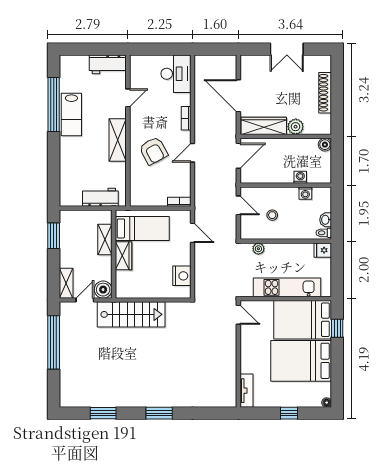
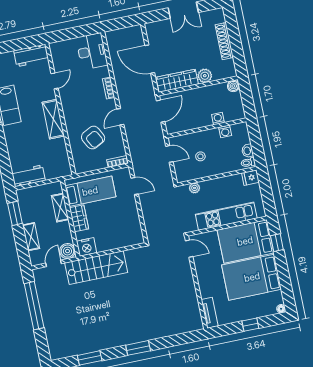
armchair: (153, 151) -> (93, 138), moved
workbench: (100, 197) -> (28, 176), moved
nightstand: (182, 276) -> (87, 247), moved, turned 90
shelving: (66, 283) -> (31, 237), moved

